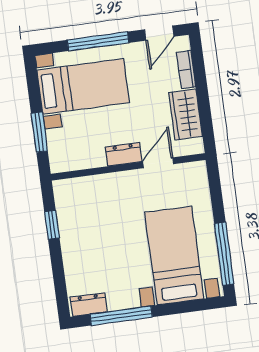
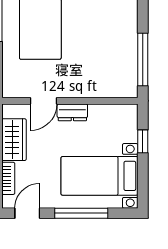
window: (39, 132) -> (143, 141), width x0.67
window: (52, 225) -> (143, 59), width x2.17

